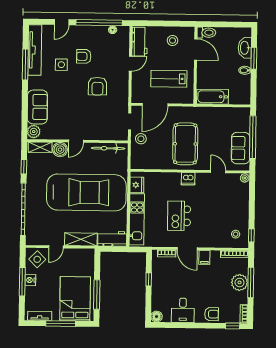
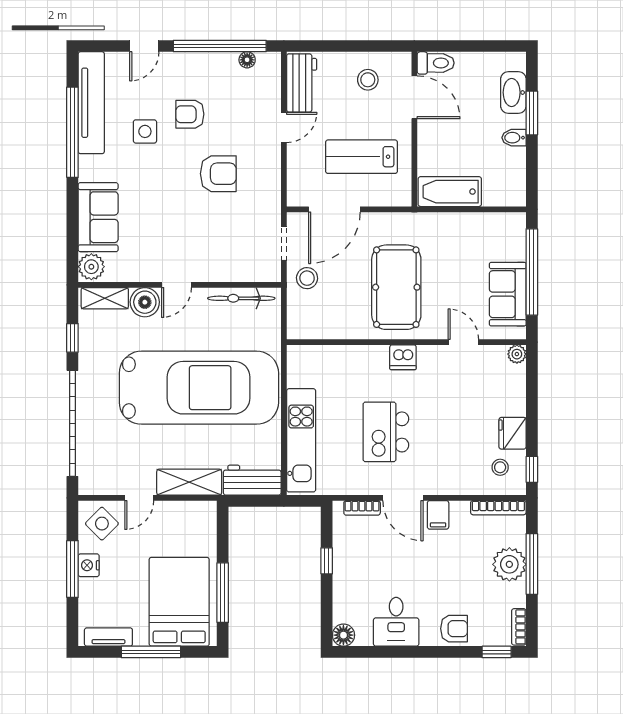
window: (25, 65) -> (72, 132), width x1.46
armchair: (97, 86) -> (218, 174), turned -90
fridge: (137, 185) -> (513, 433), moved, turned 180

